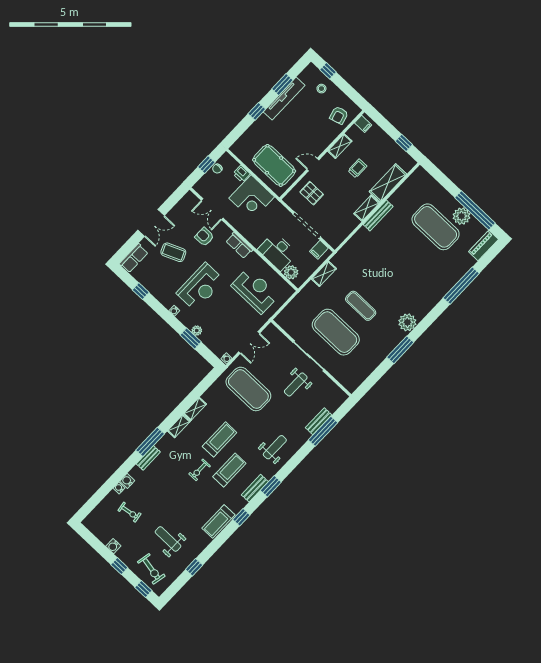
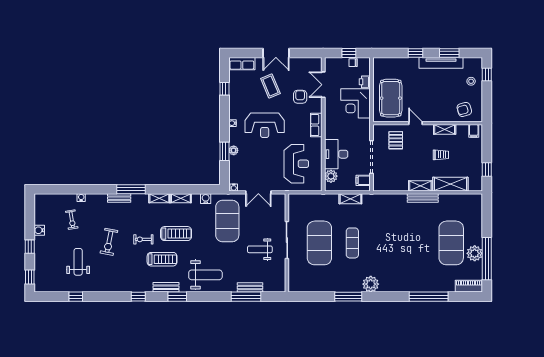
weight bench: (275, 447) -> (205, 275), width x1.36, depth x1.33
water cooler: (127, 481) -> (206, 199), moved
treadmill: (218, 521) -> (121, 284), removed
exercise bike: (151, 569) -> (109, 242), moved

